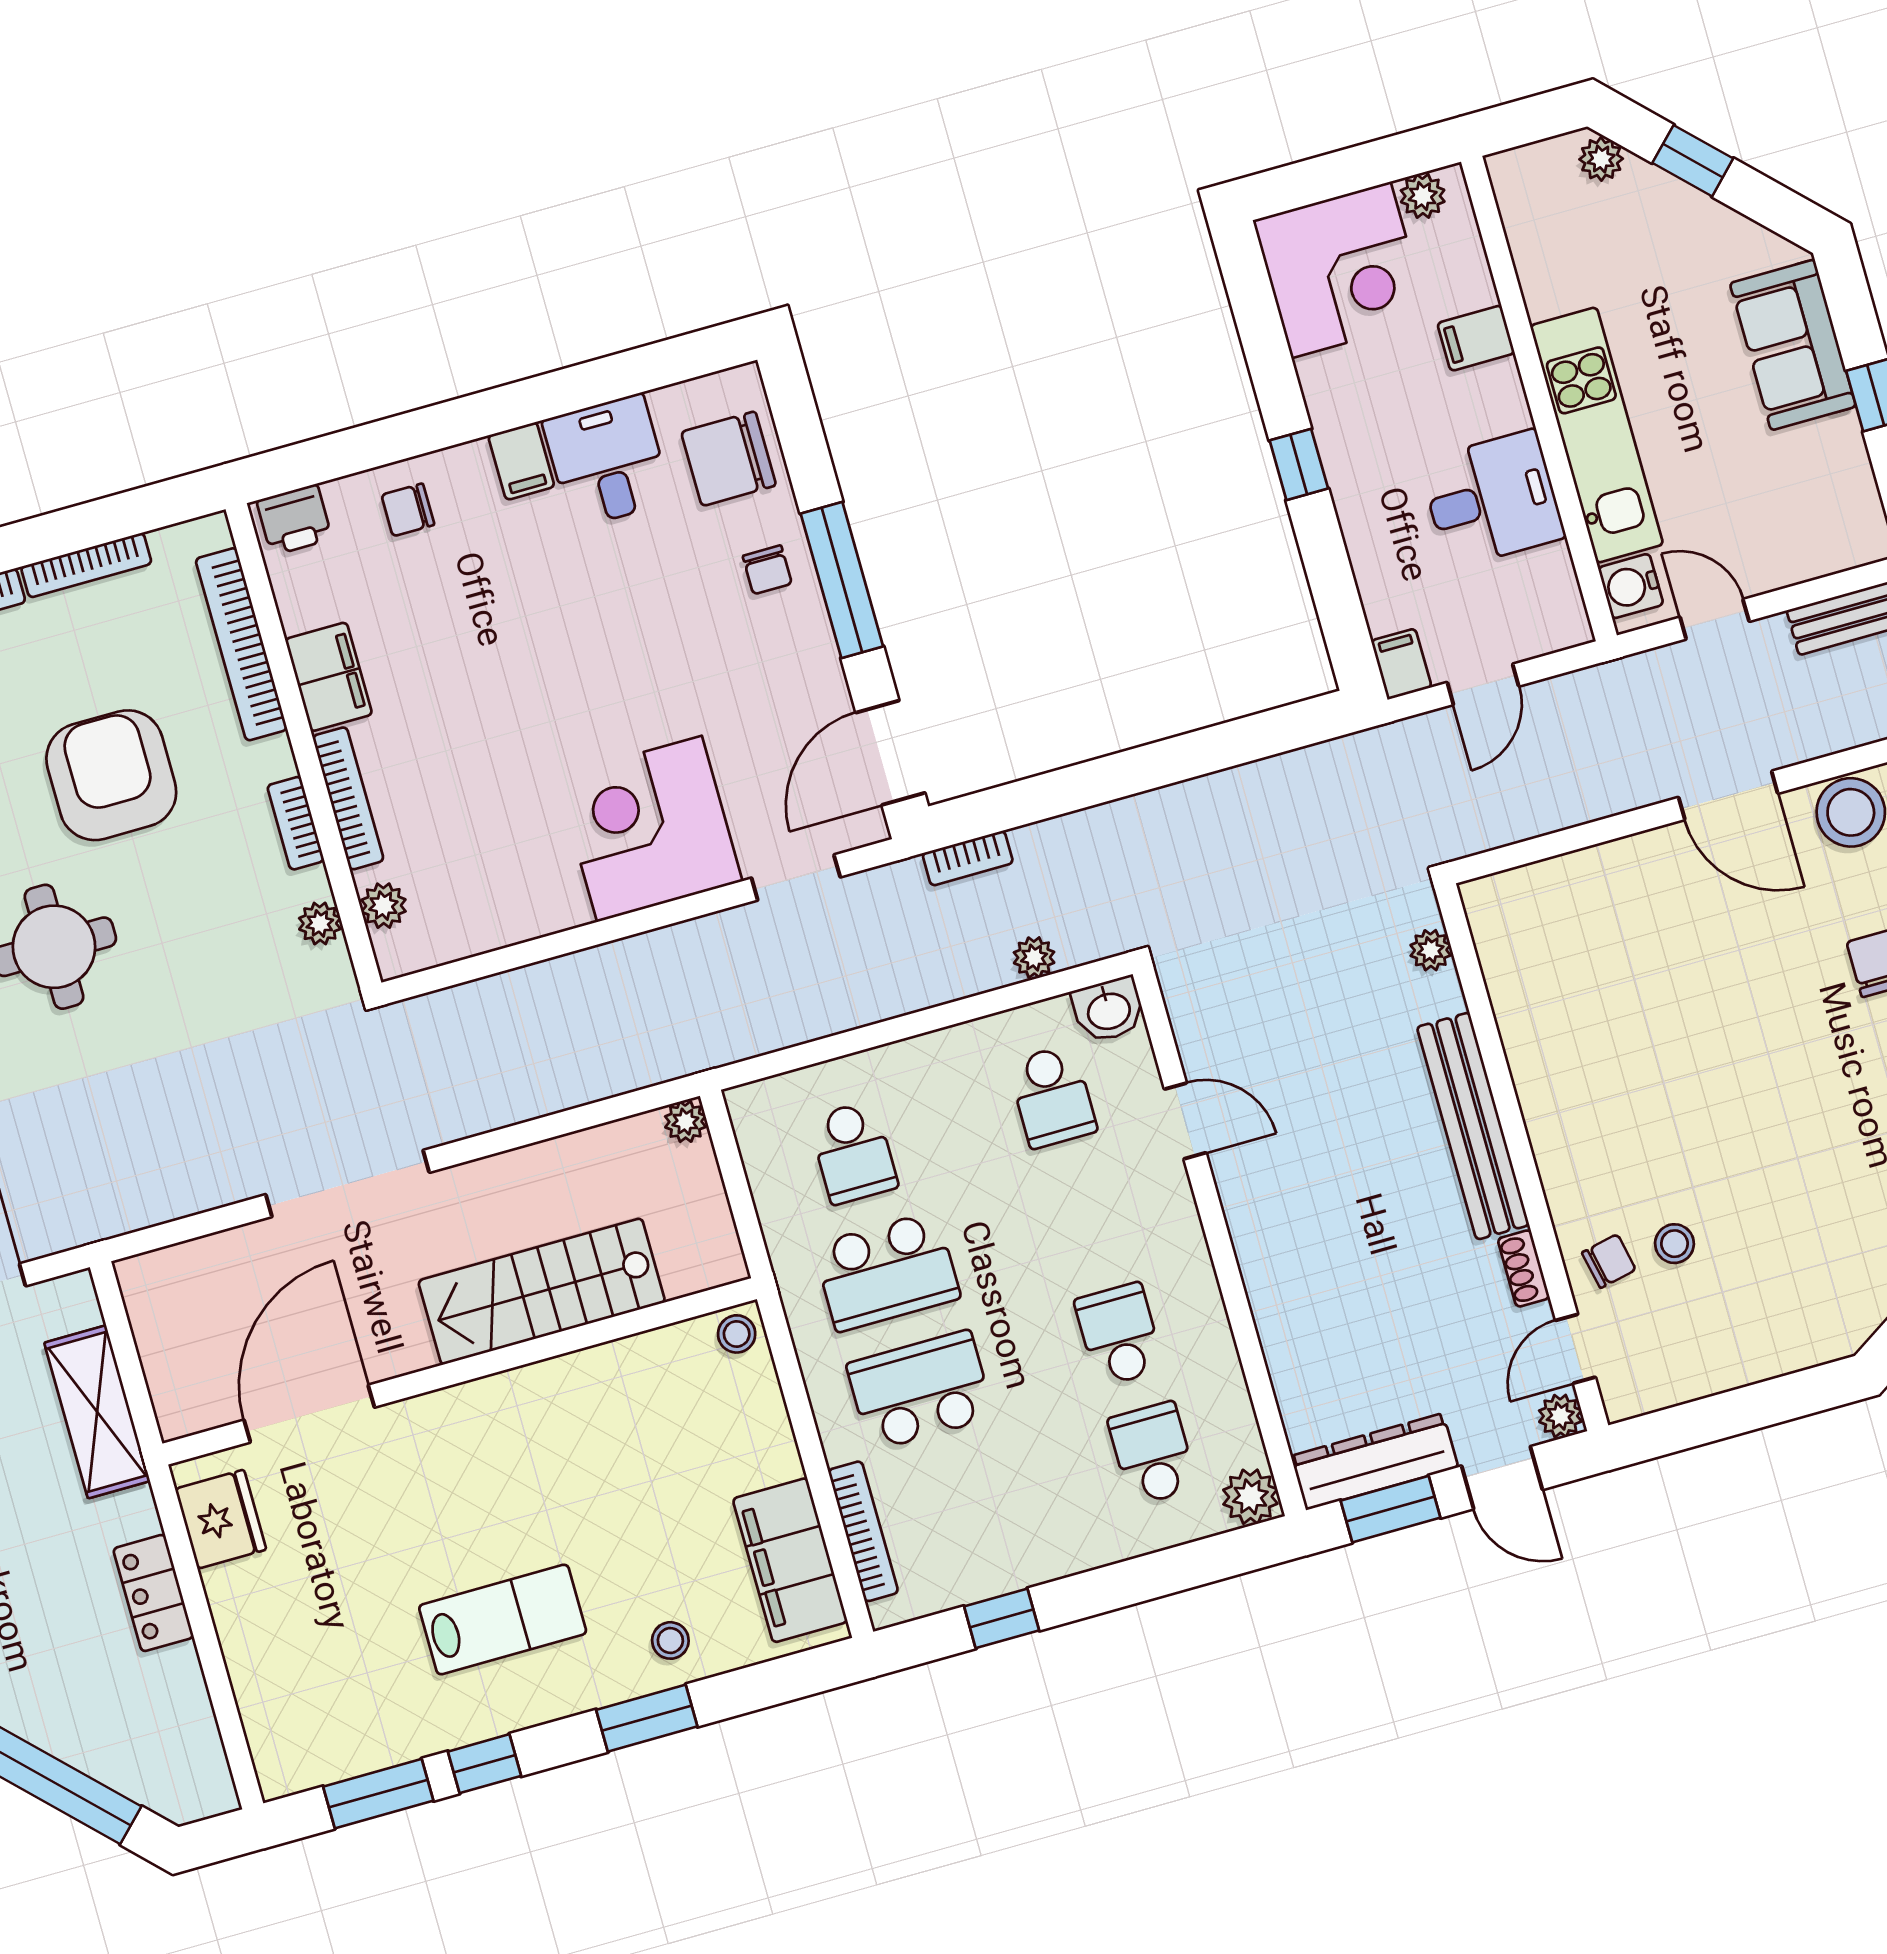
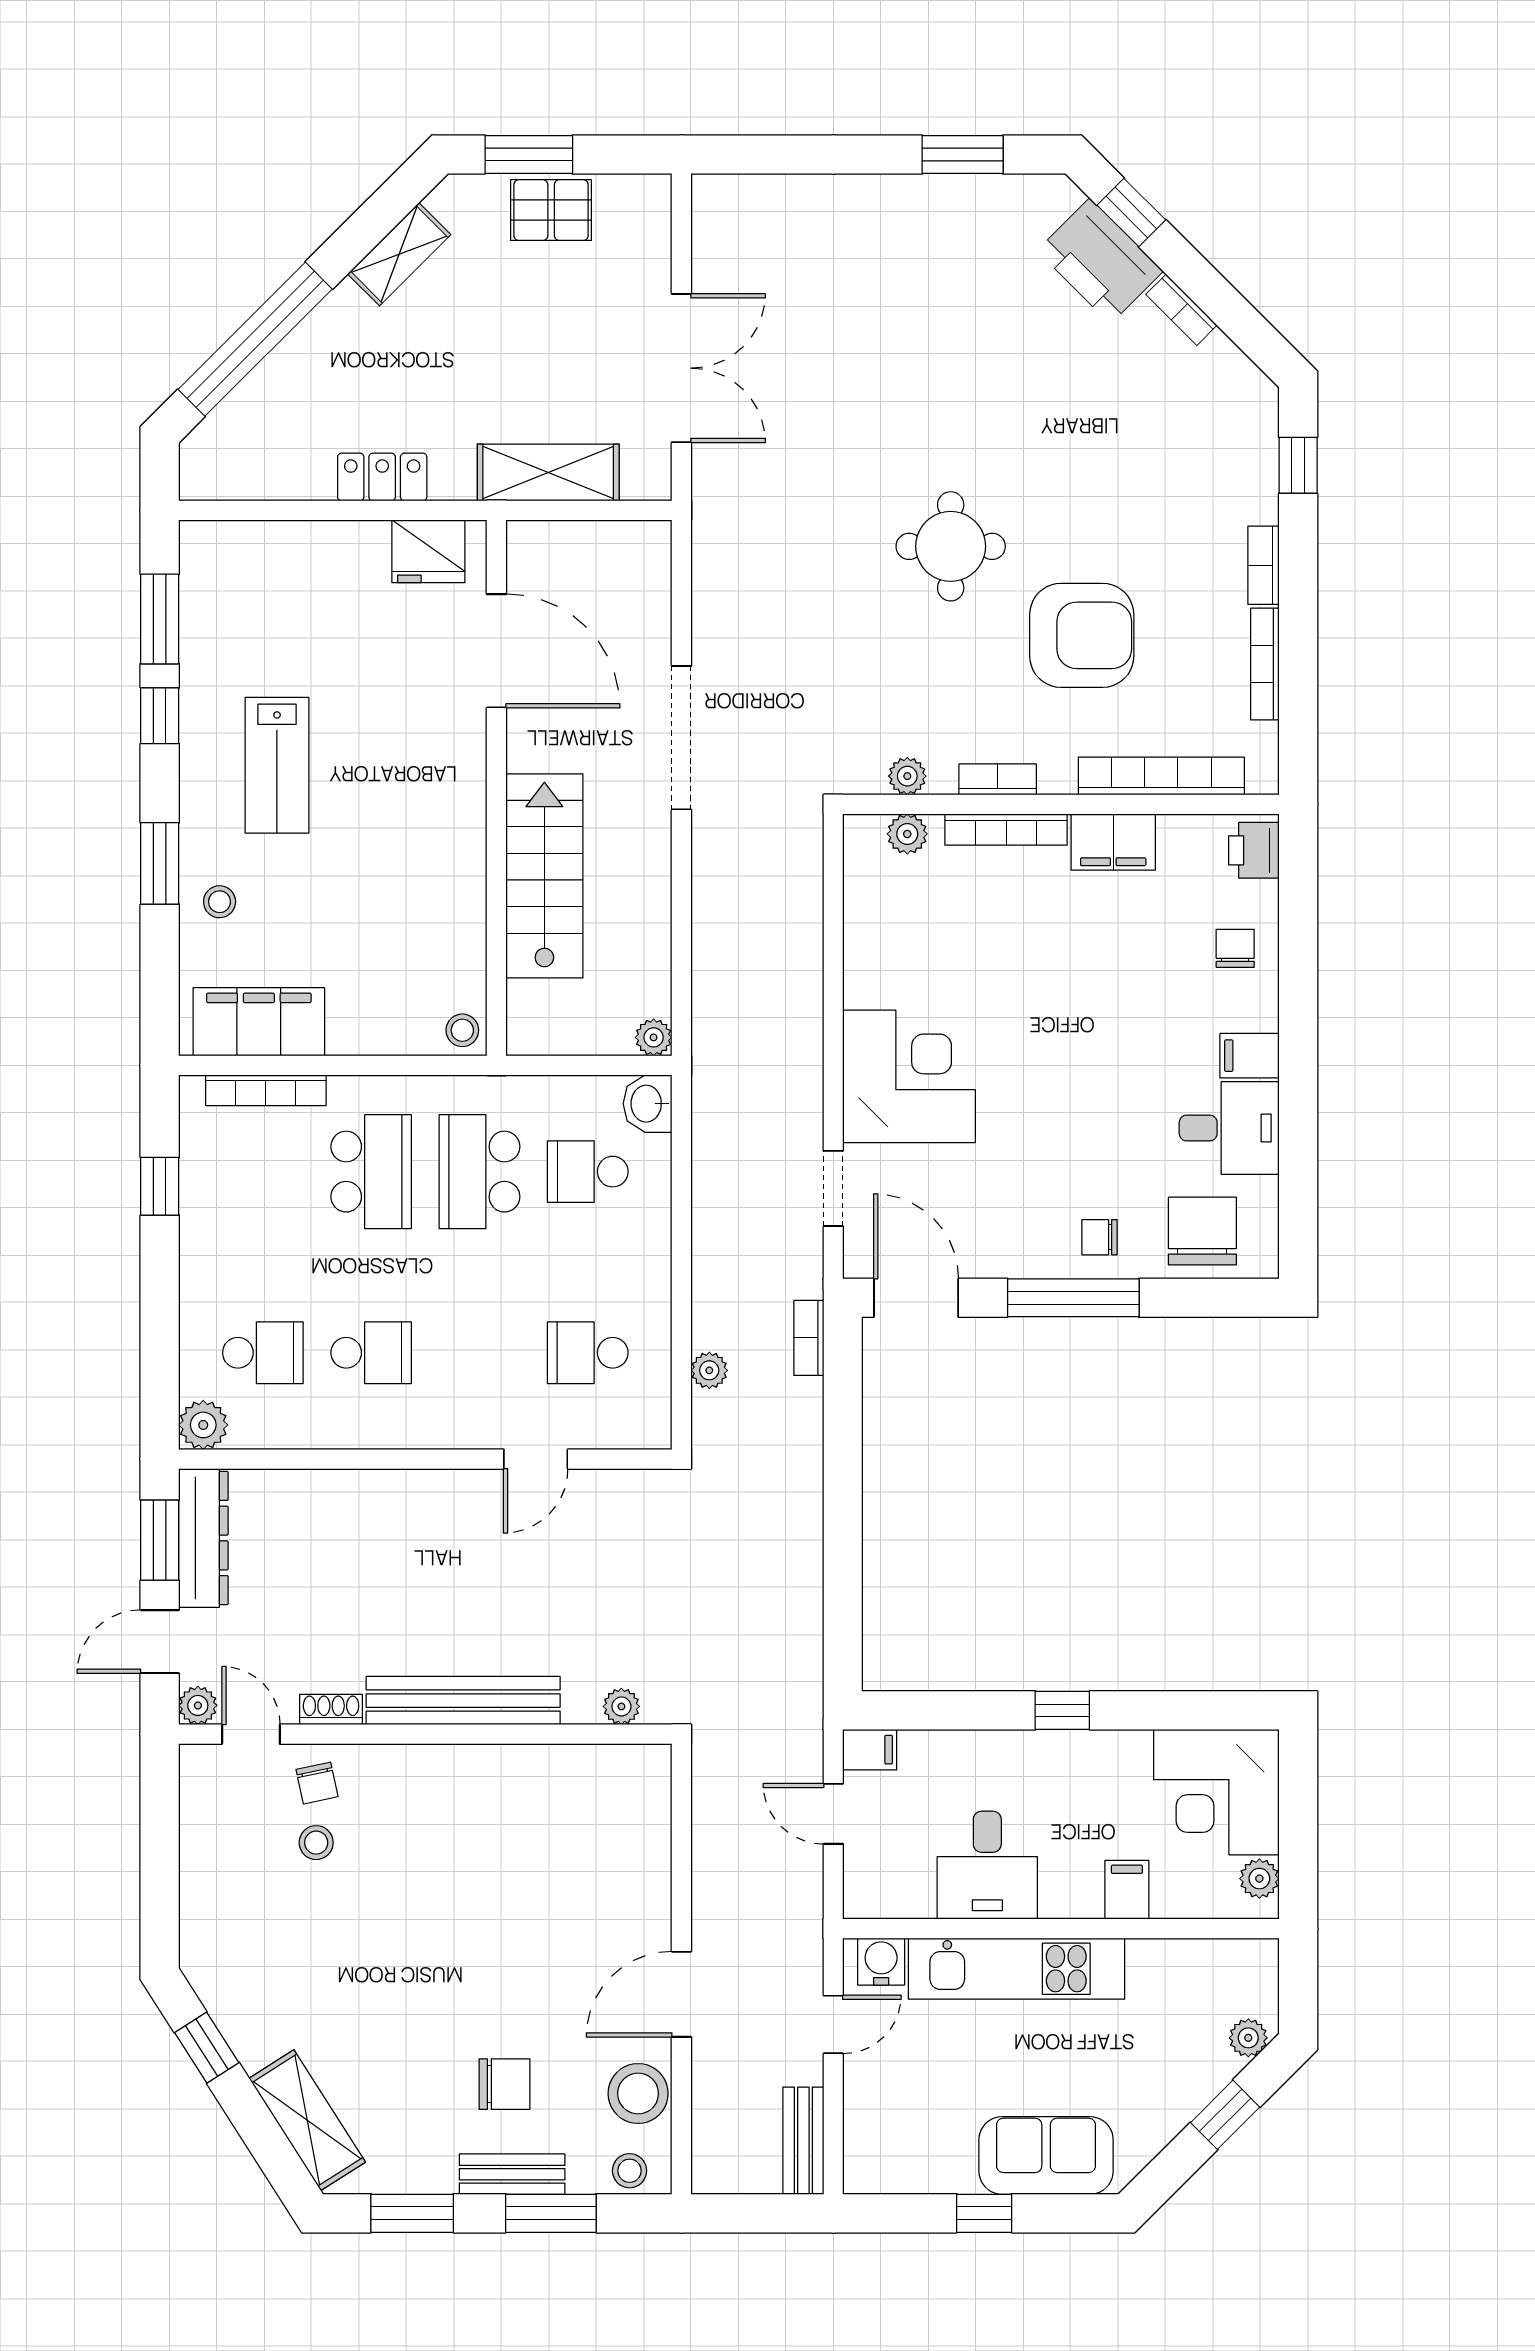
washbasin: (1109, 1010) -> (648, 1104), moved

